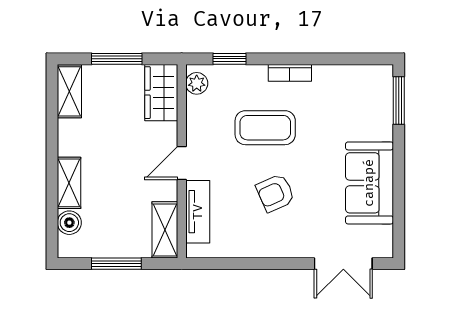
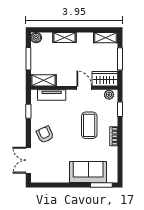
door: (182, 163) -> (84, 88), moved
sofa: (369, 183) -> (88, 172), moved
armchair: (275, 193) -> (45, 135), moved
boiler: (69, 223) -> (36, 38), moved
window: (234, 264) -> (28, 111), added

